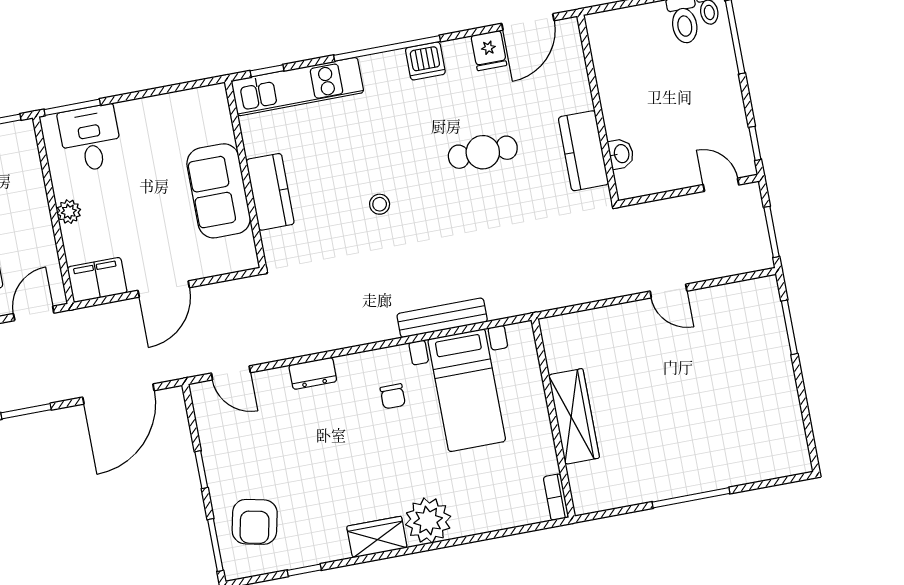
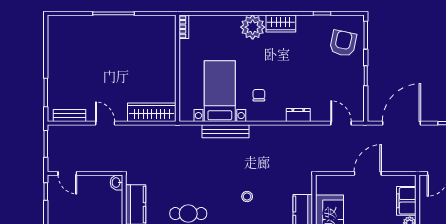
washbasin: (621, 154) -> (116, 182), moved
filing cabinet: (97, 280) -> (406, 201), moved, turned 90
bench: (737, 293) -> (70, 115), added
wardrobe: (574, 416) -> (152, 112), moved, turned 90

